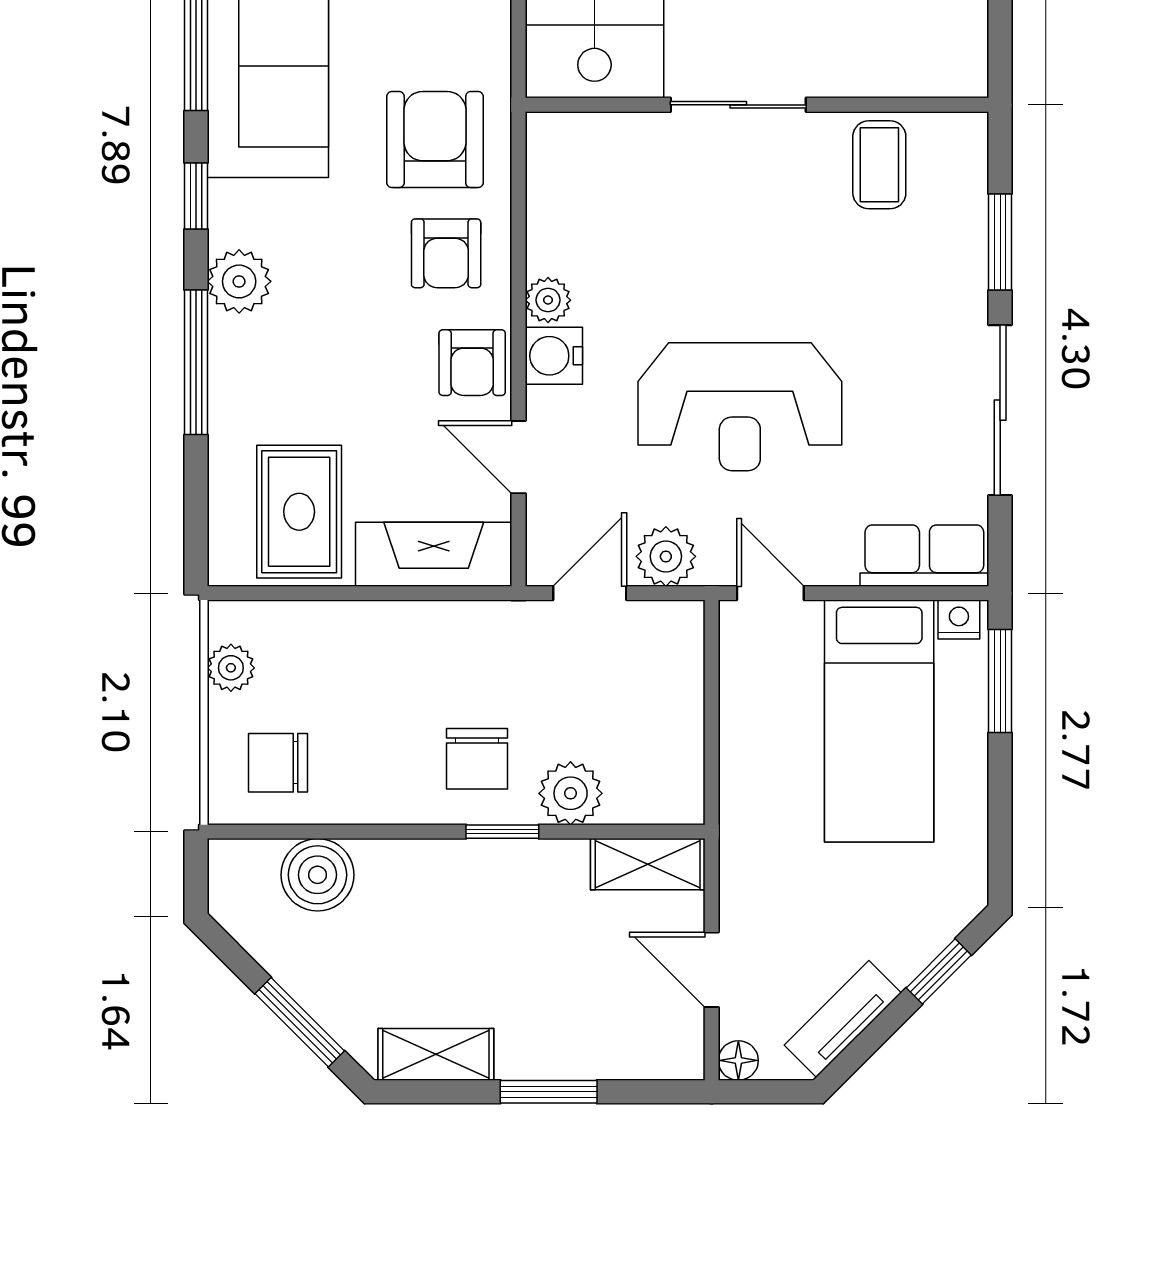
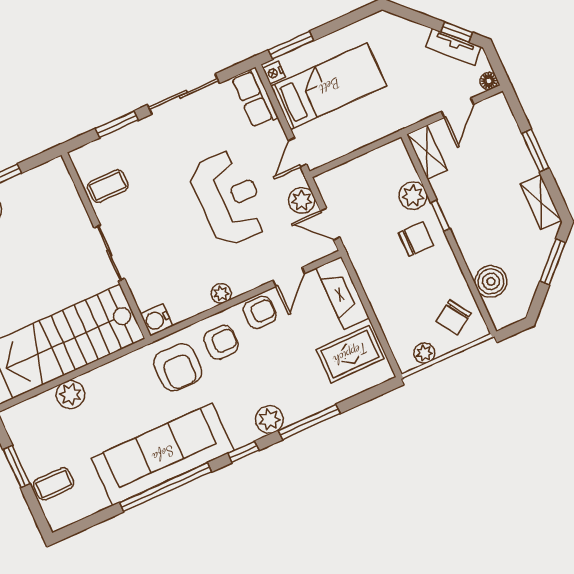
armchair: (435, 140) -> (178, 367), turned -90
water cooler: (554, 356) -> (157, 320), moved, turned 90
chair: (278, 763) -> (454, 317), turned 57
window: (939, 971) -> (457, 32), moved

